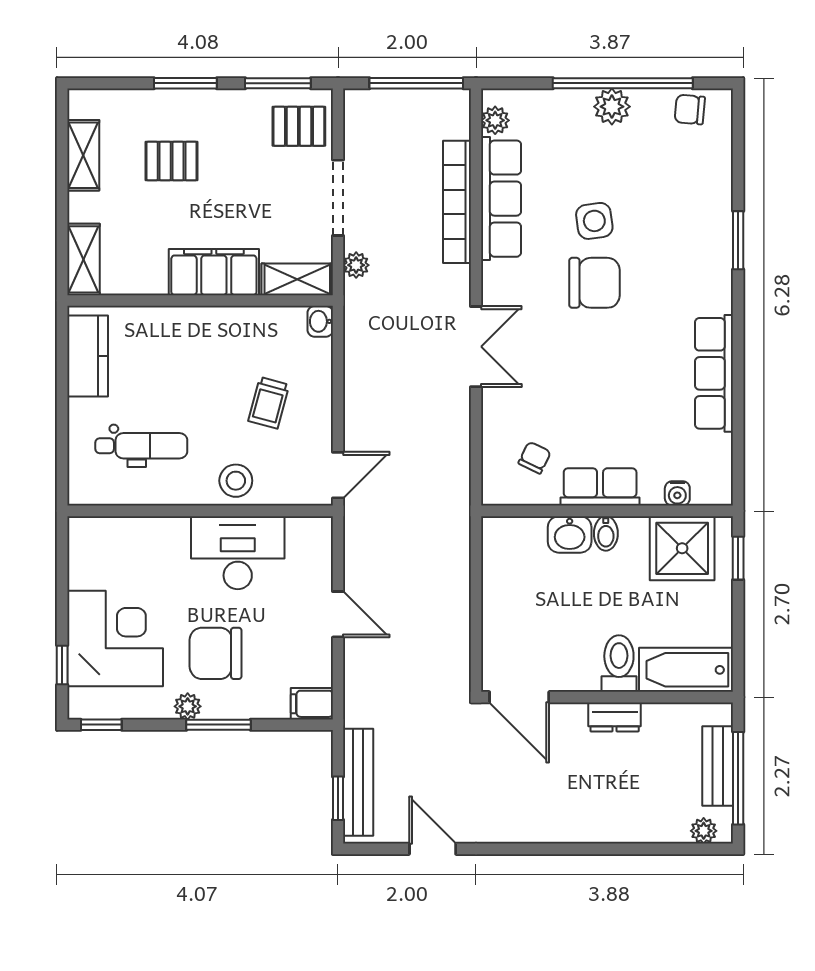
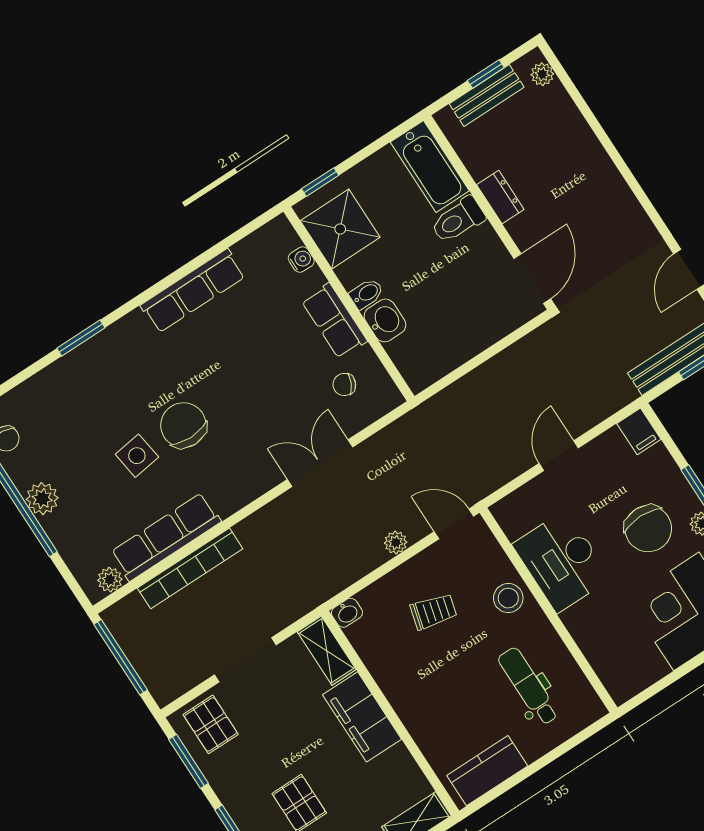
plant: (356, 265) -> (396, 543), moved
double door: (476, 347) -> (320, 463), moved
window: (738, 778) -> (486, 74), width x0.46

